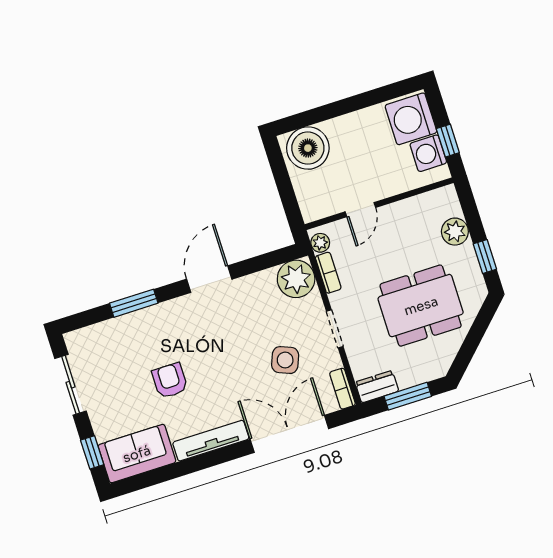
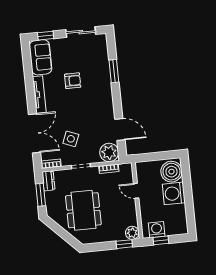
washing machine: (411, 119) -> (174, 193), moved, turned -90
plant: (455, 232) -> (132, 233), moved
plant: (320, 243) -> (124, 168), removed
window: (485, 257) -> (124, 244), moved
door: (209, 279) -> (120, 130), moved

